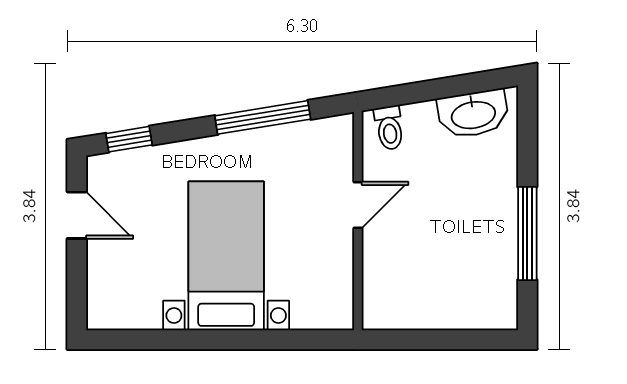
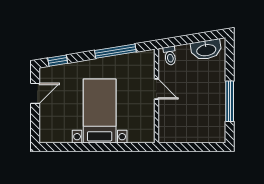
door: (358, 205) -> (156, 89), hinge flipped
door: (77, 215) -> (35, 93), hinge flipped

